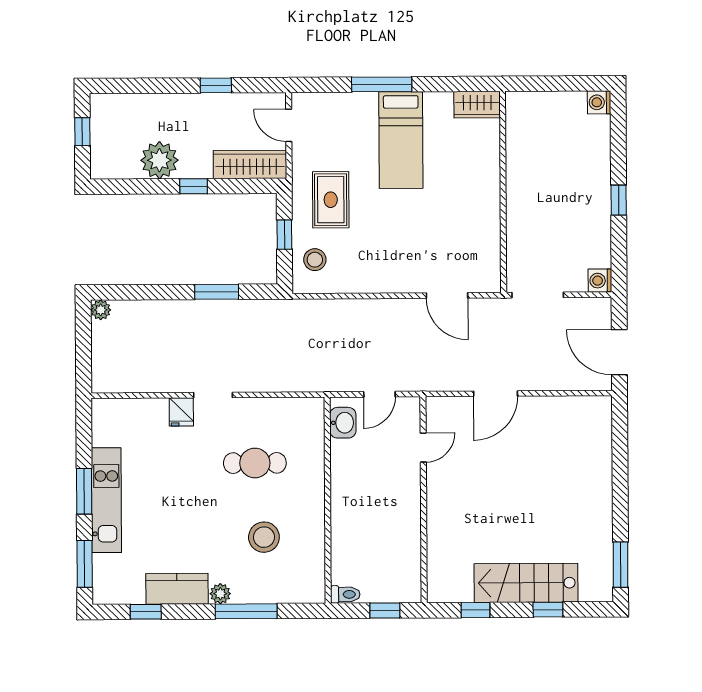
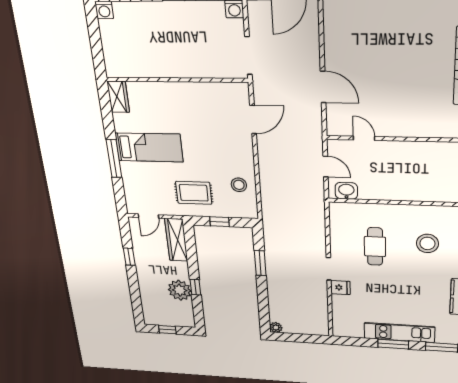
window: (194, 186) -> (195, 287), moved
stool: (315, 260) -> (239, 185), moved

